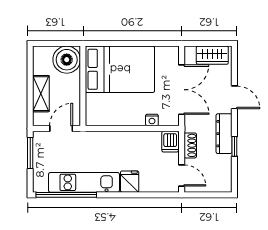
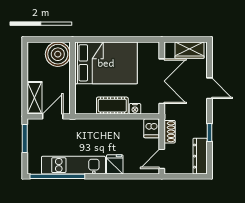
shelving: (41, 94) -> (34, 98), moved
cot: (127, 117) -> (112, 106), added
dresser: (224, 134) -> (200, 156), moved
door: (182, 176) -> (162, 159), swing flipped

